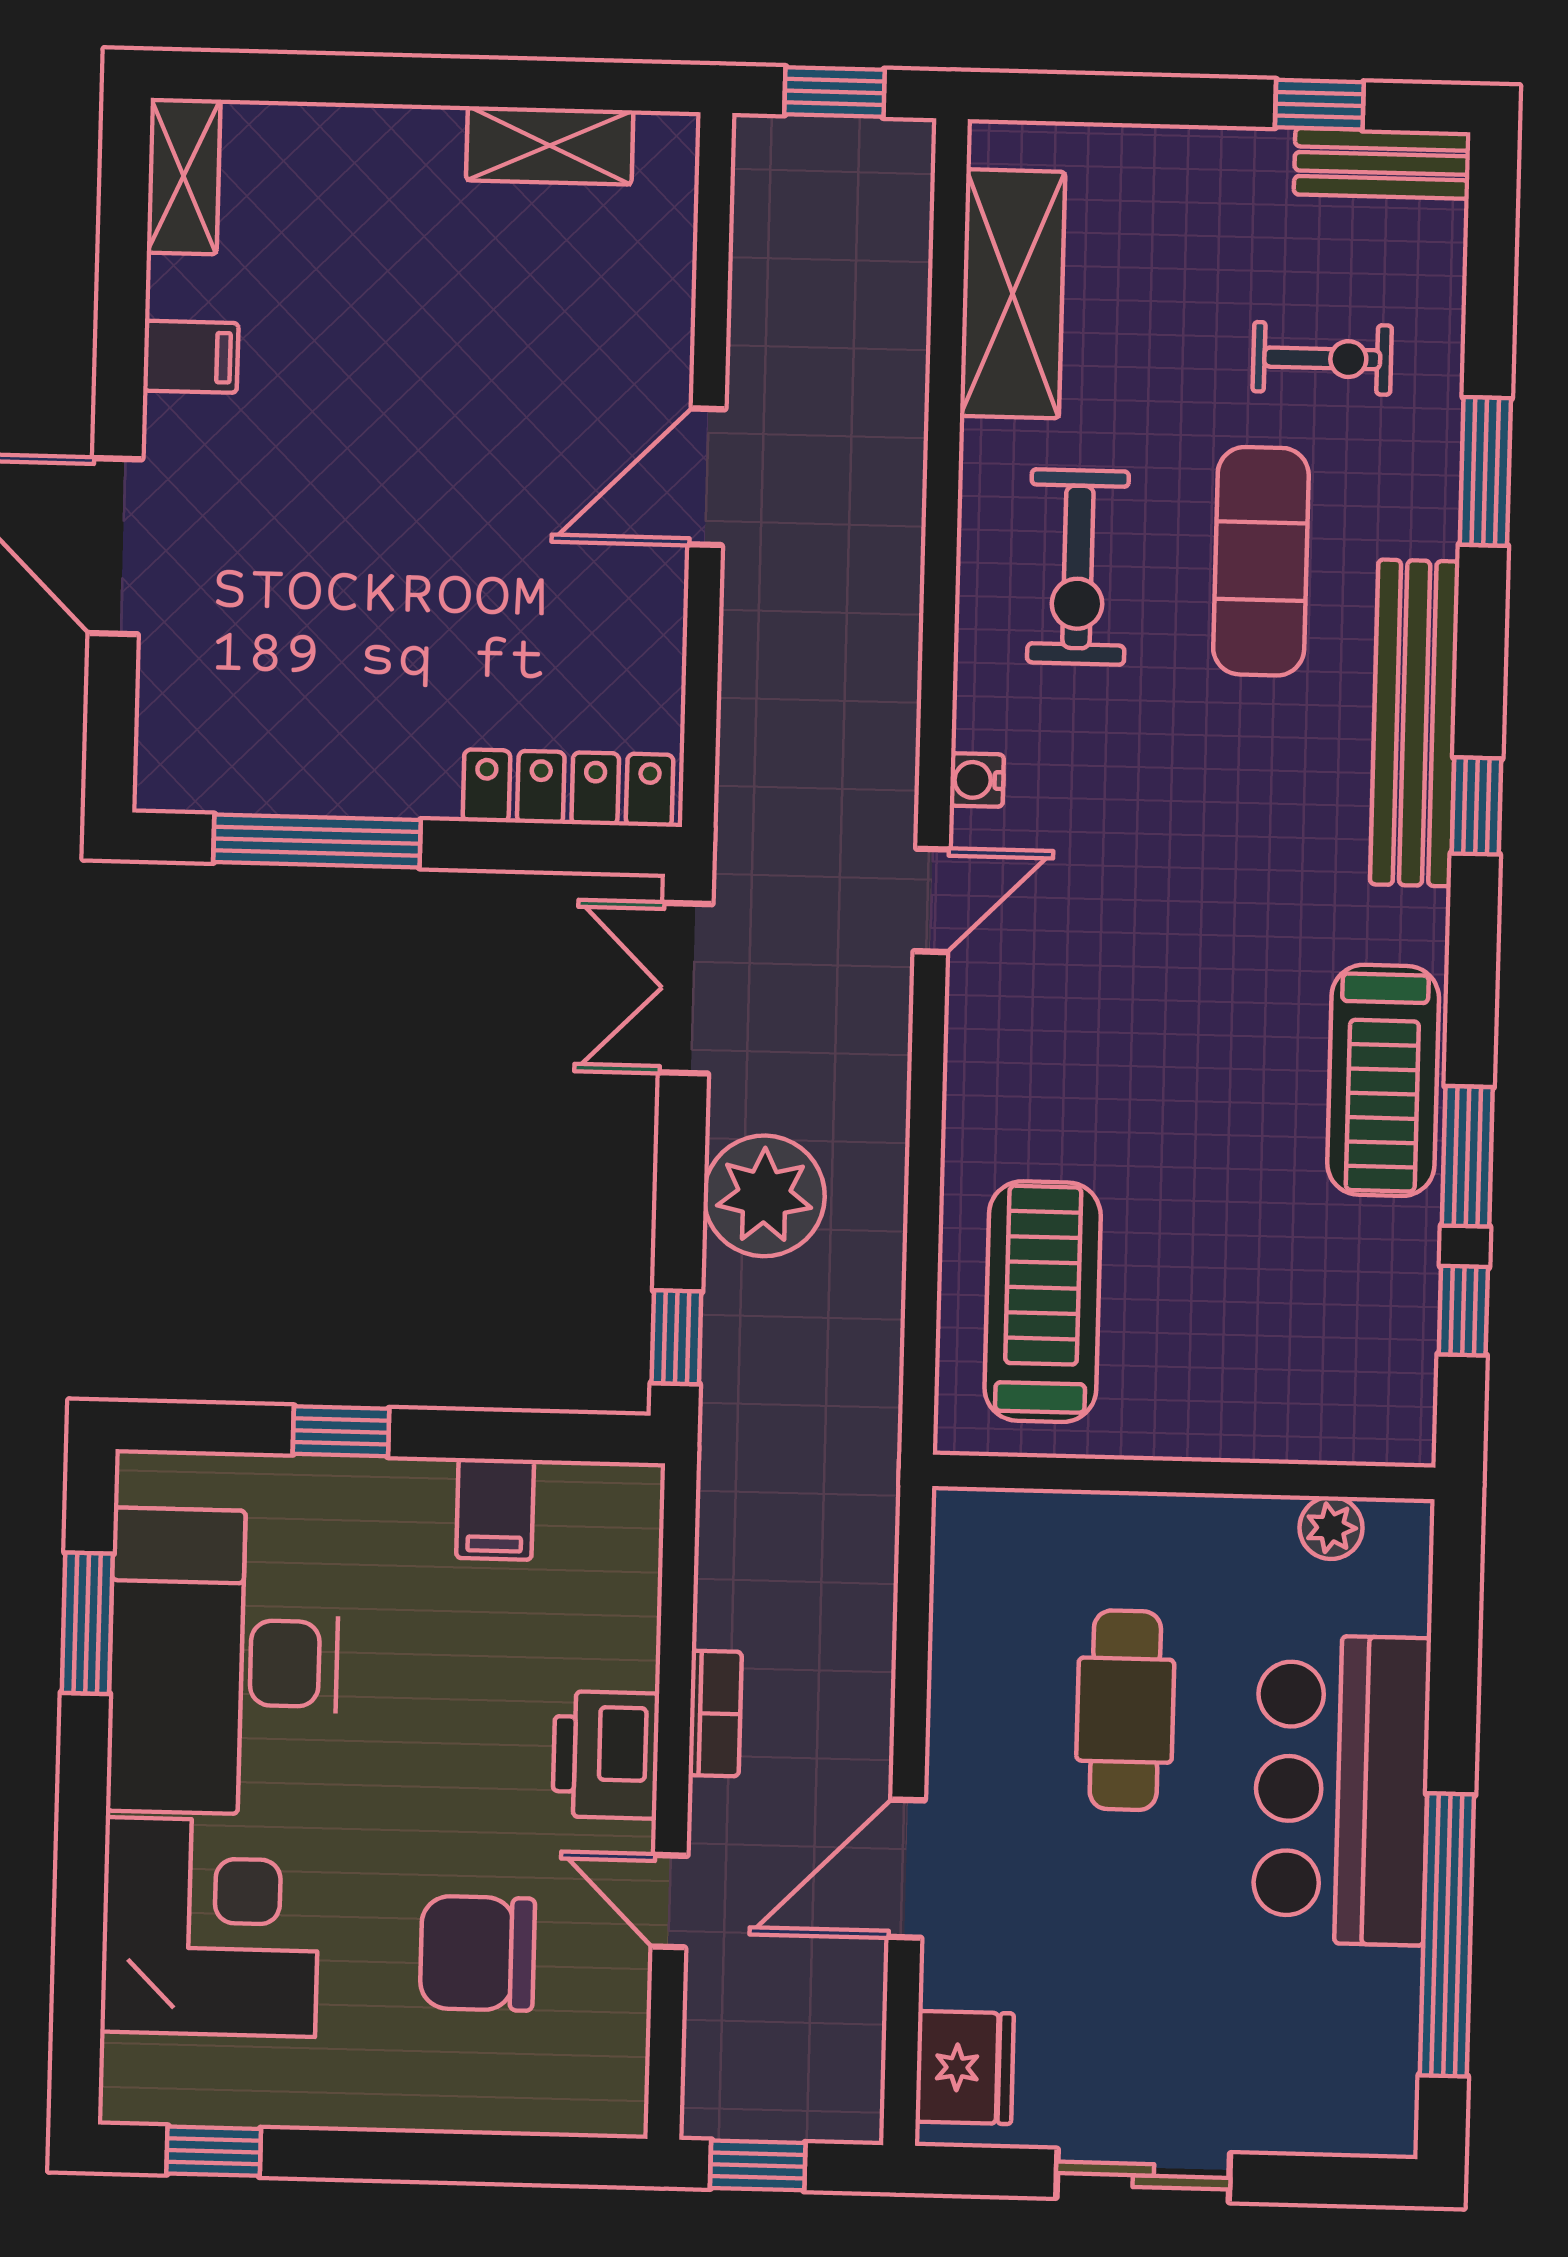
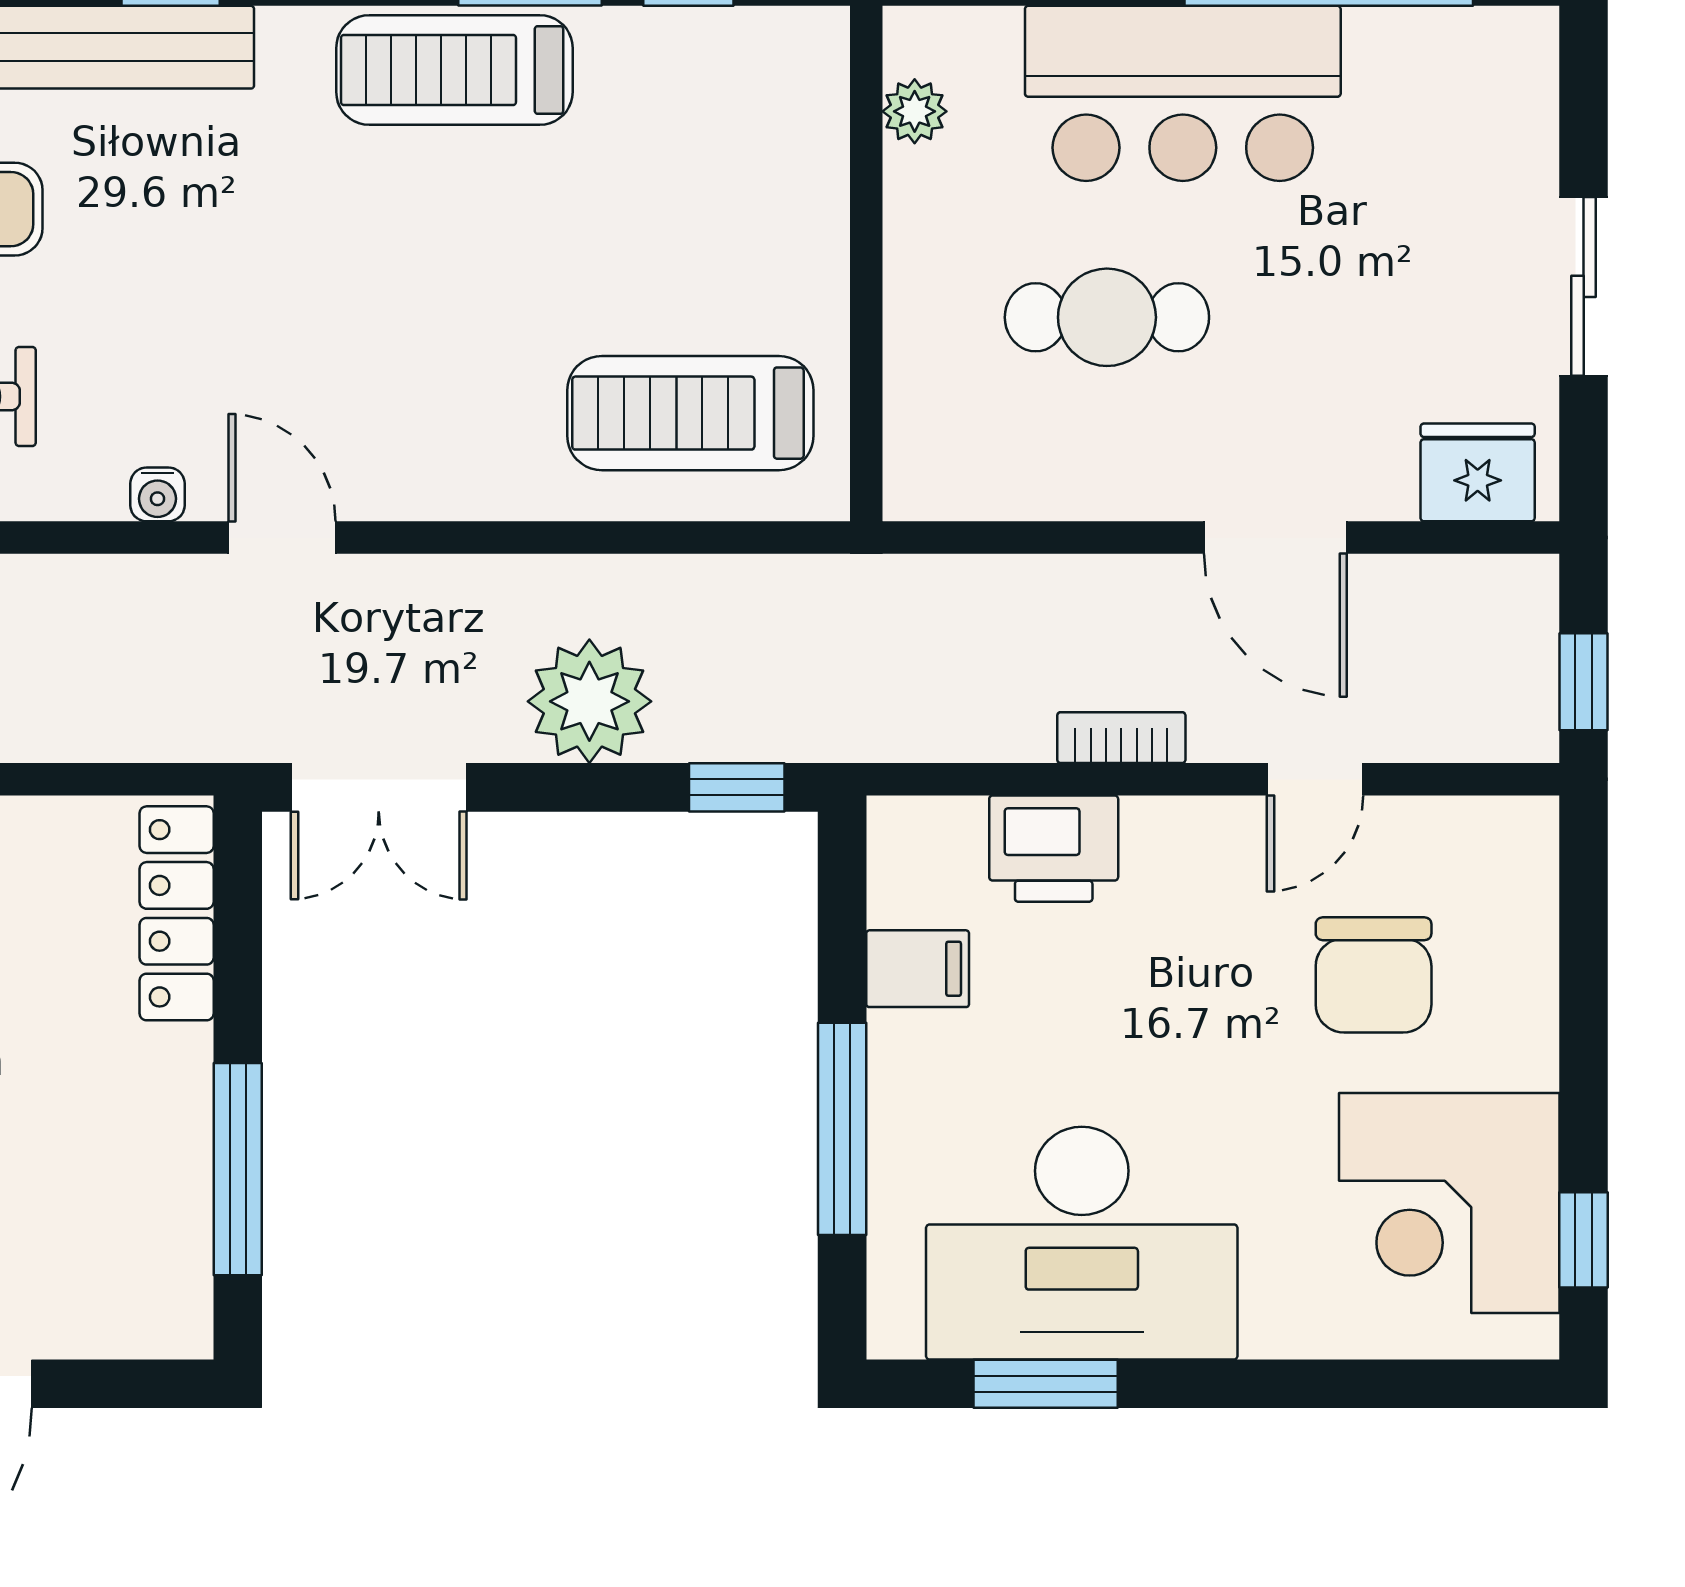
treadmill: (1383, 1080) -> (454, 70), turned 180
window: (341, 1431) -> (842, 1129), width x2.17
printer: (606, 1755) -> (1054, 849), moved
corner desk: (210, 1927) -> (1449, 1203), moved, turned -90

